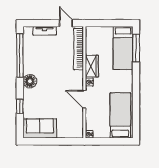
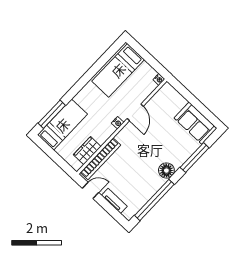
door: (66, 23) -> (90, 190), swing flipped
wardrobe: (92, 66) -> (87, 151), moved
window: (20, 106) -> (195, 158), width x2.17

